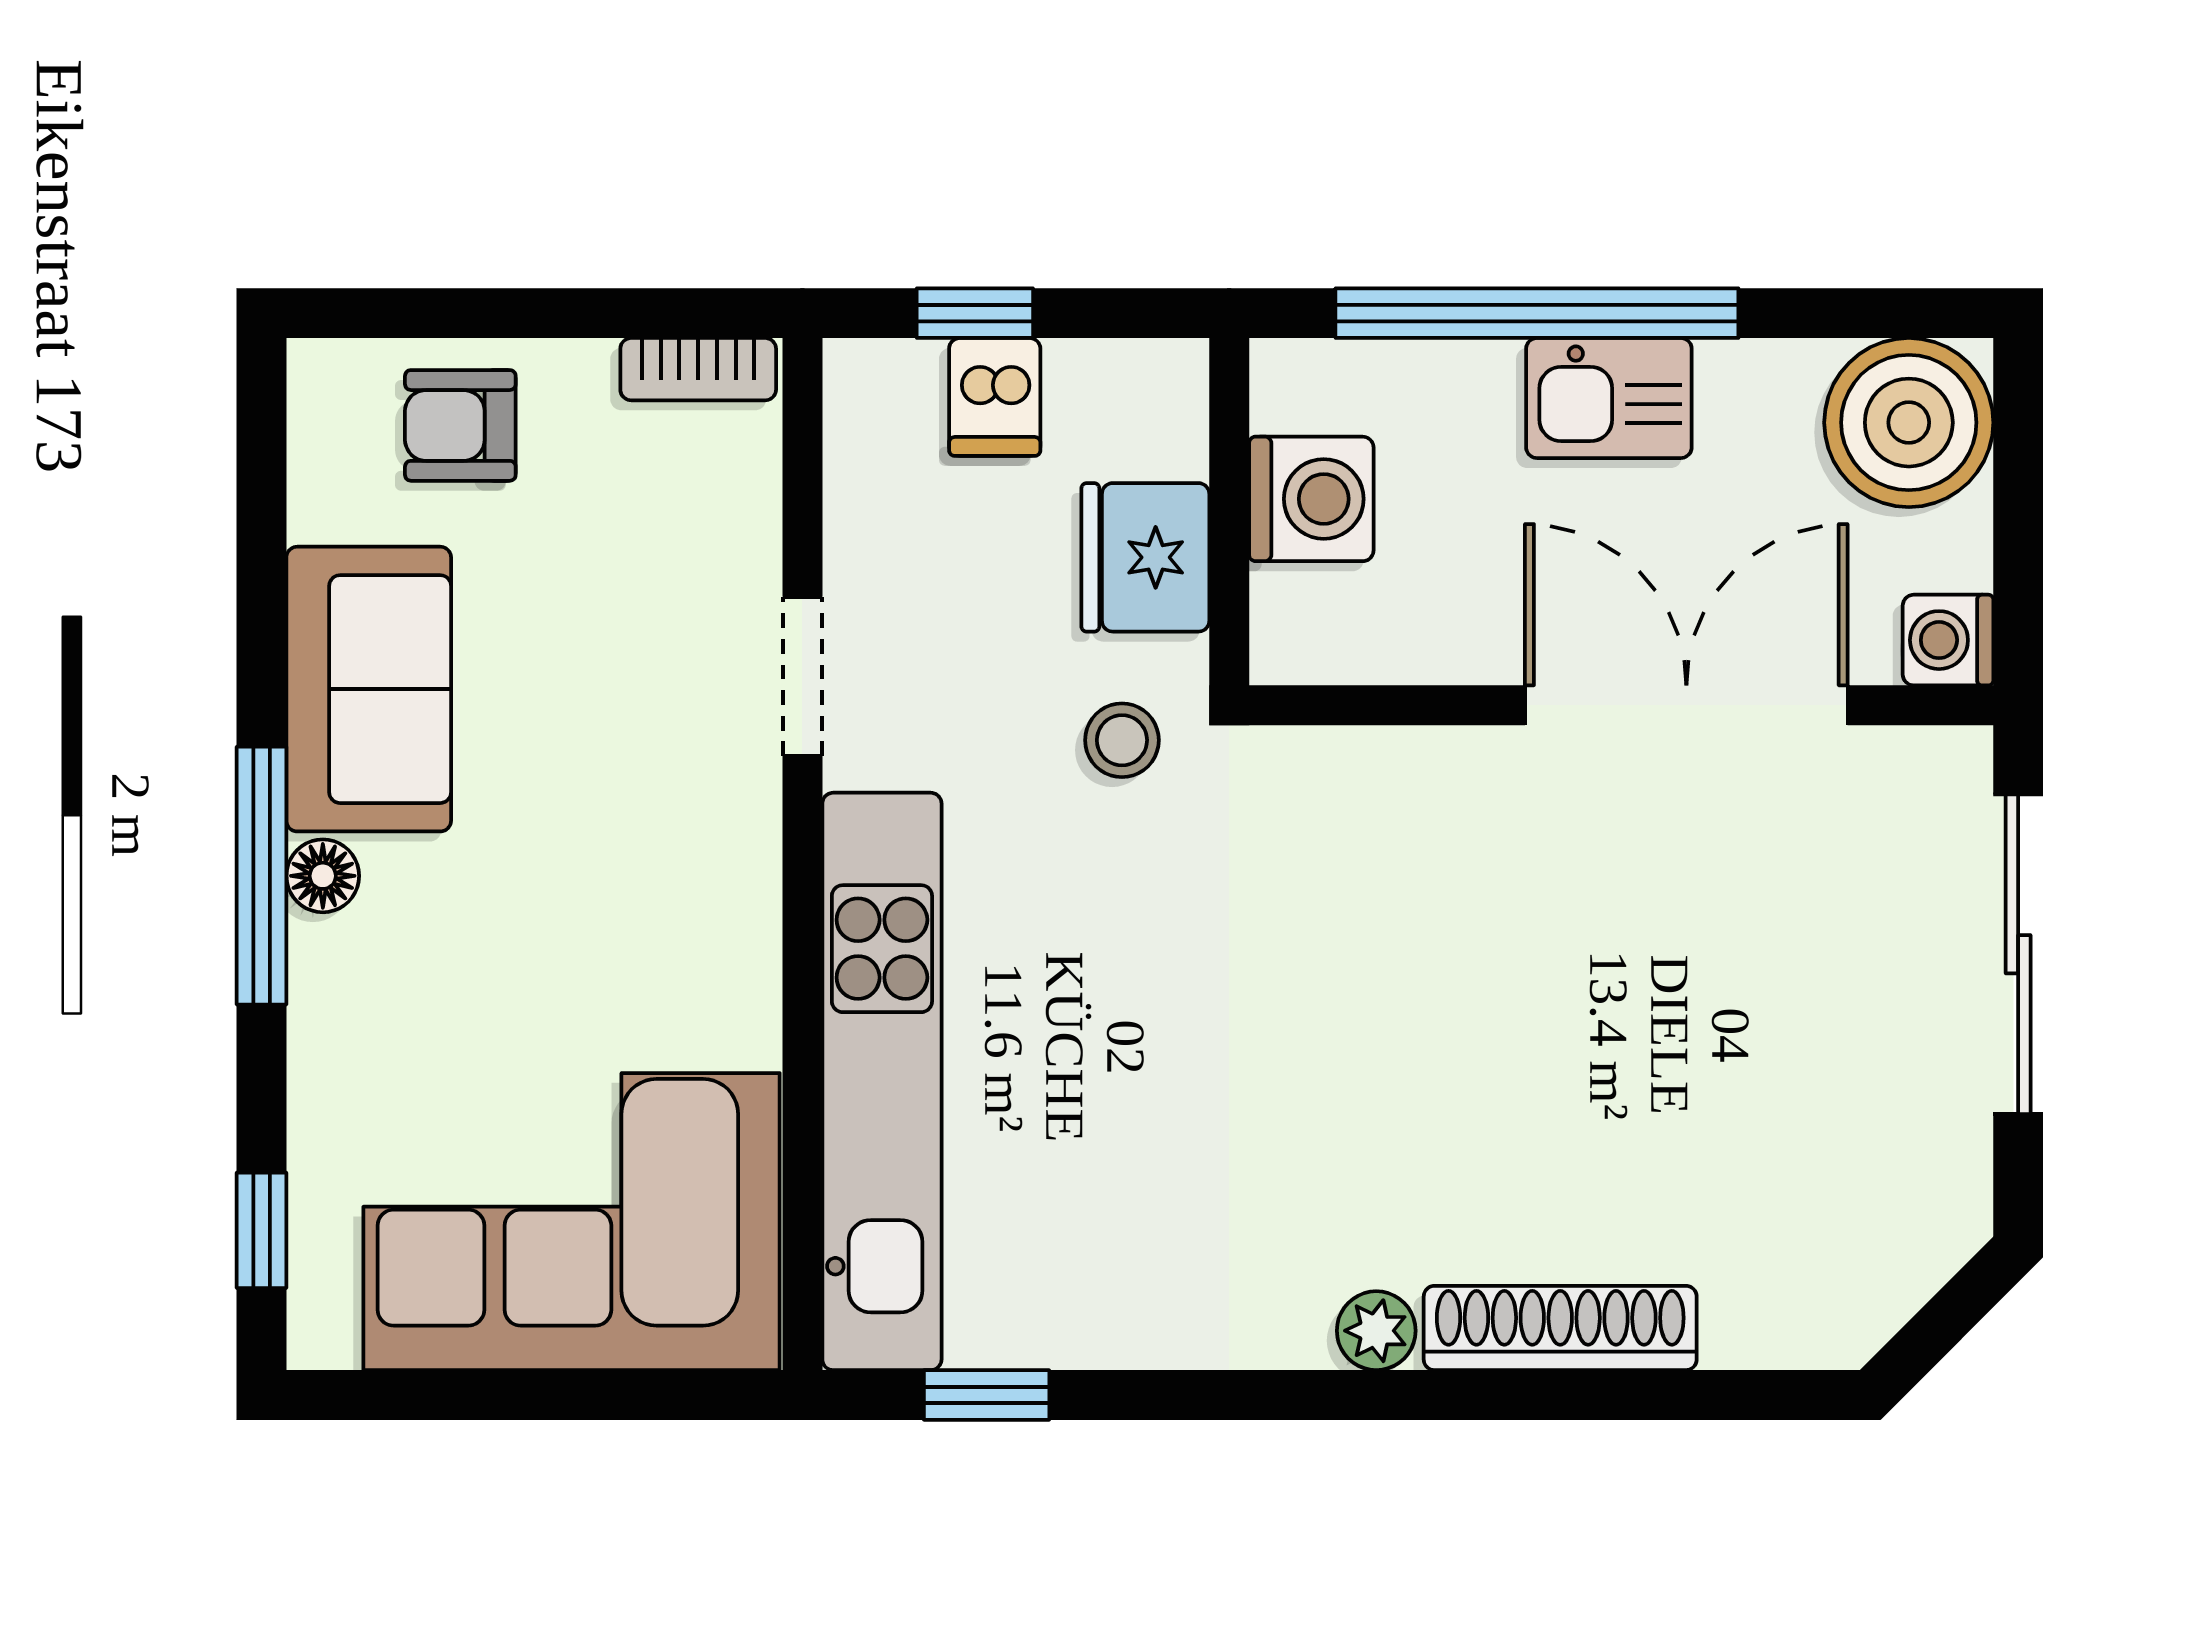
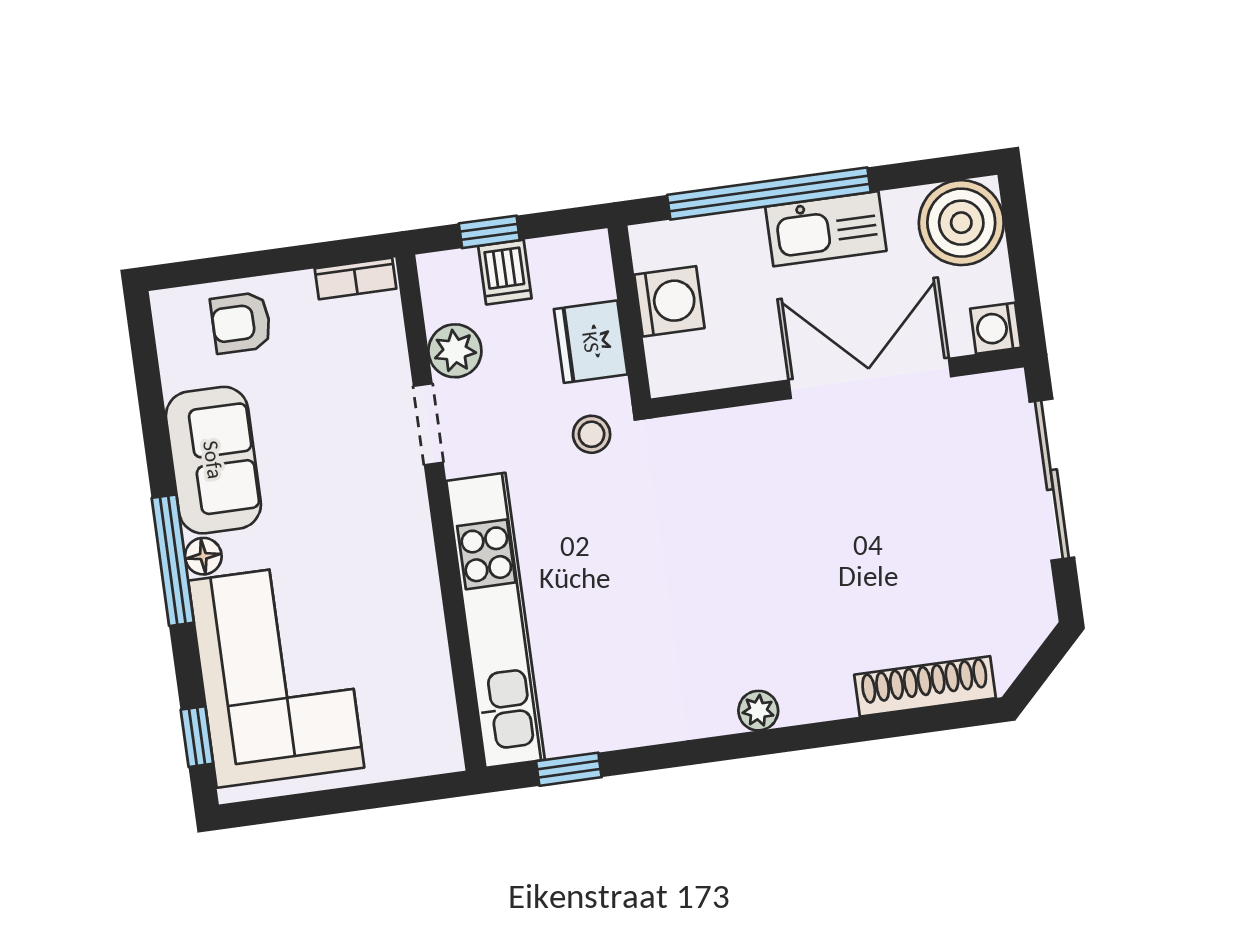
kitchen sink: (1609, 398) -> (826, 229), width x1.38
plant: (875, 539) -> (455, 351), added
corner sofa: (571, 1222) -> (276, 674), moved, turned 90
shoe rack: (1560, 1328) -> (925, 686), moved

